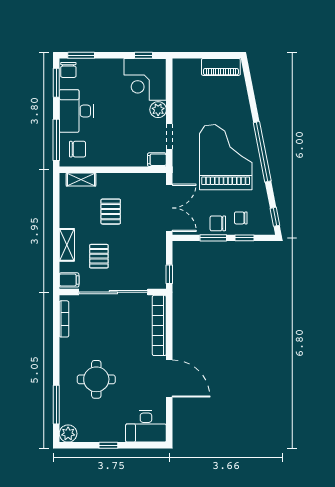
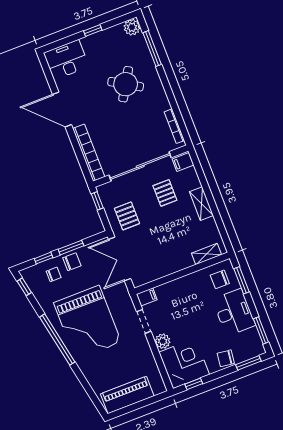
piano: (221, 67) -> (127, 395), width x1.37, depth x1.33
chair: (68, 70) -> (226, 358), moved, turned -83
window: (56, 140) -> (242, 280), width x0.69
pallet: (111, 212) -> (127, 216), moved
shelving: (67, 245) -> (201, 204), moved
round table: (96, 379) -> (126, 84), turned 31

